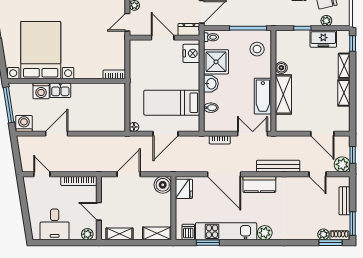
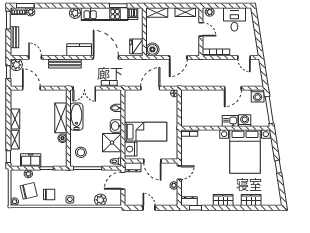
bed: (172, 103) -> (146, 132), moved

